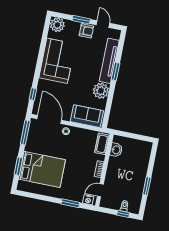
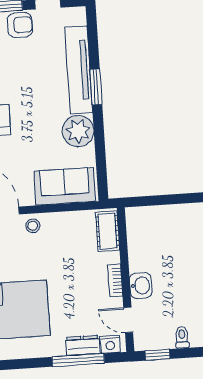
washbasin: (116, 150) -> (141, 286), moved
door: (100, 190) -> (128, 320), hinge flipped
dresser: (74, 197) -> (83, 345), added
window: (70, 203) -> (78, 360), width x1.44
window: (123, 214) -> (157, 355), moved

